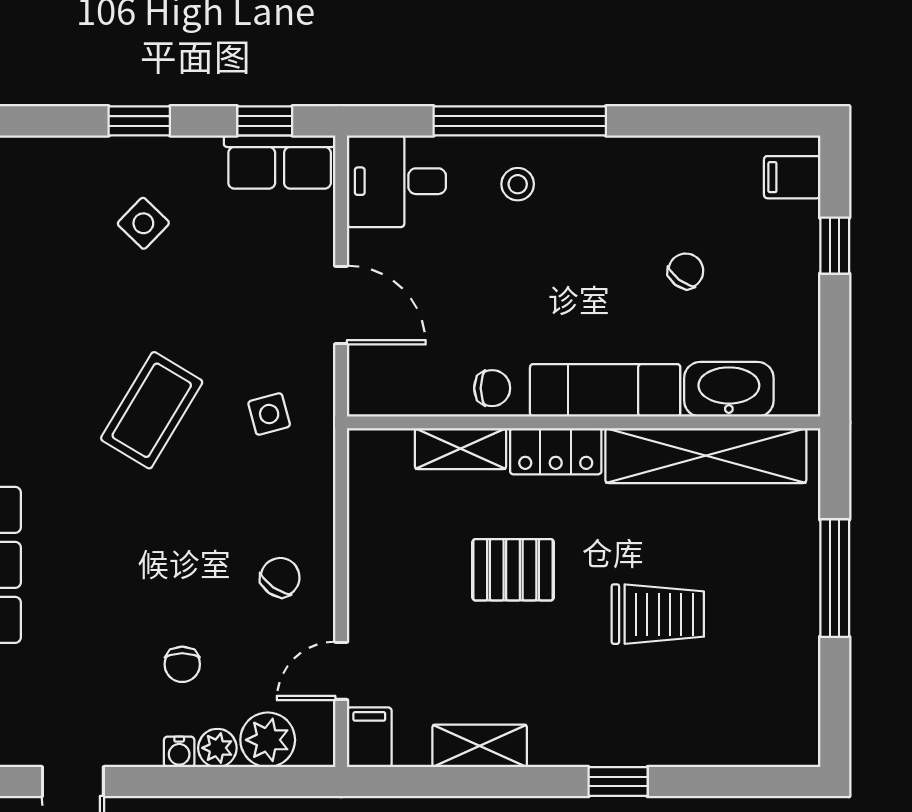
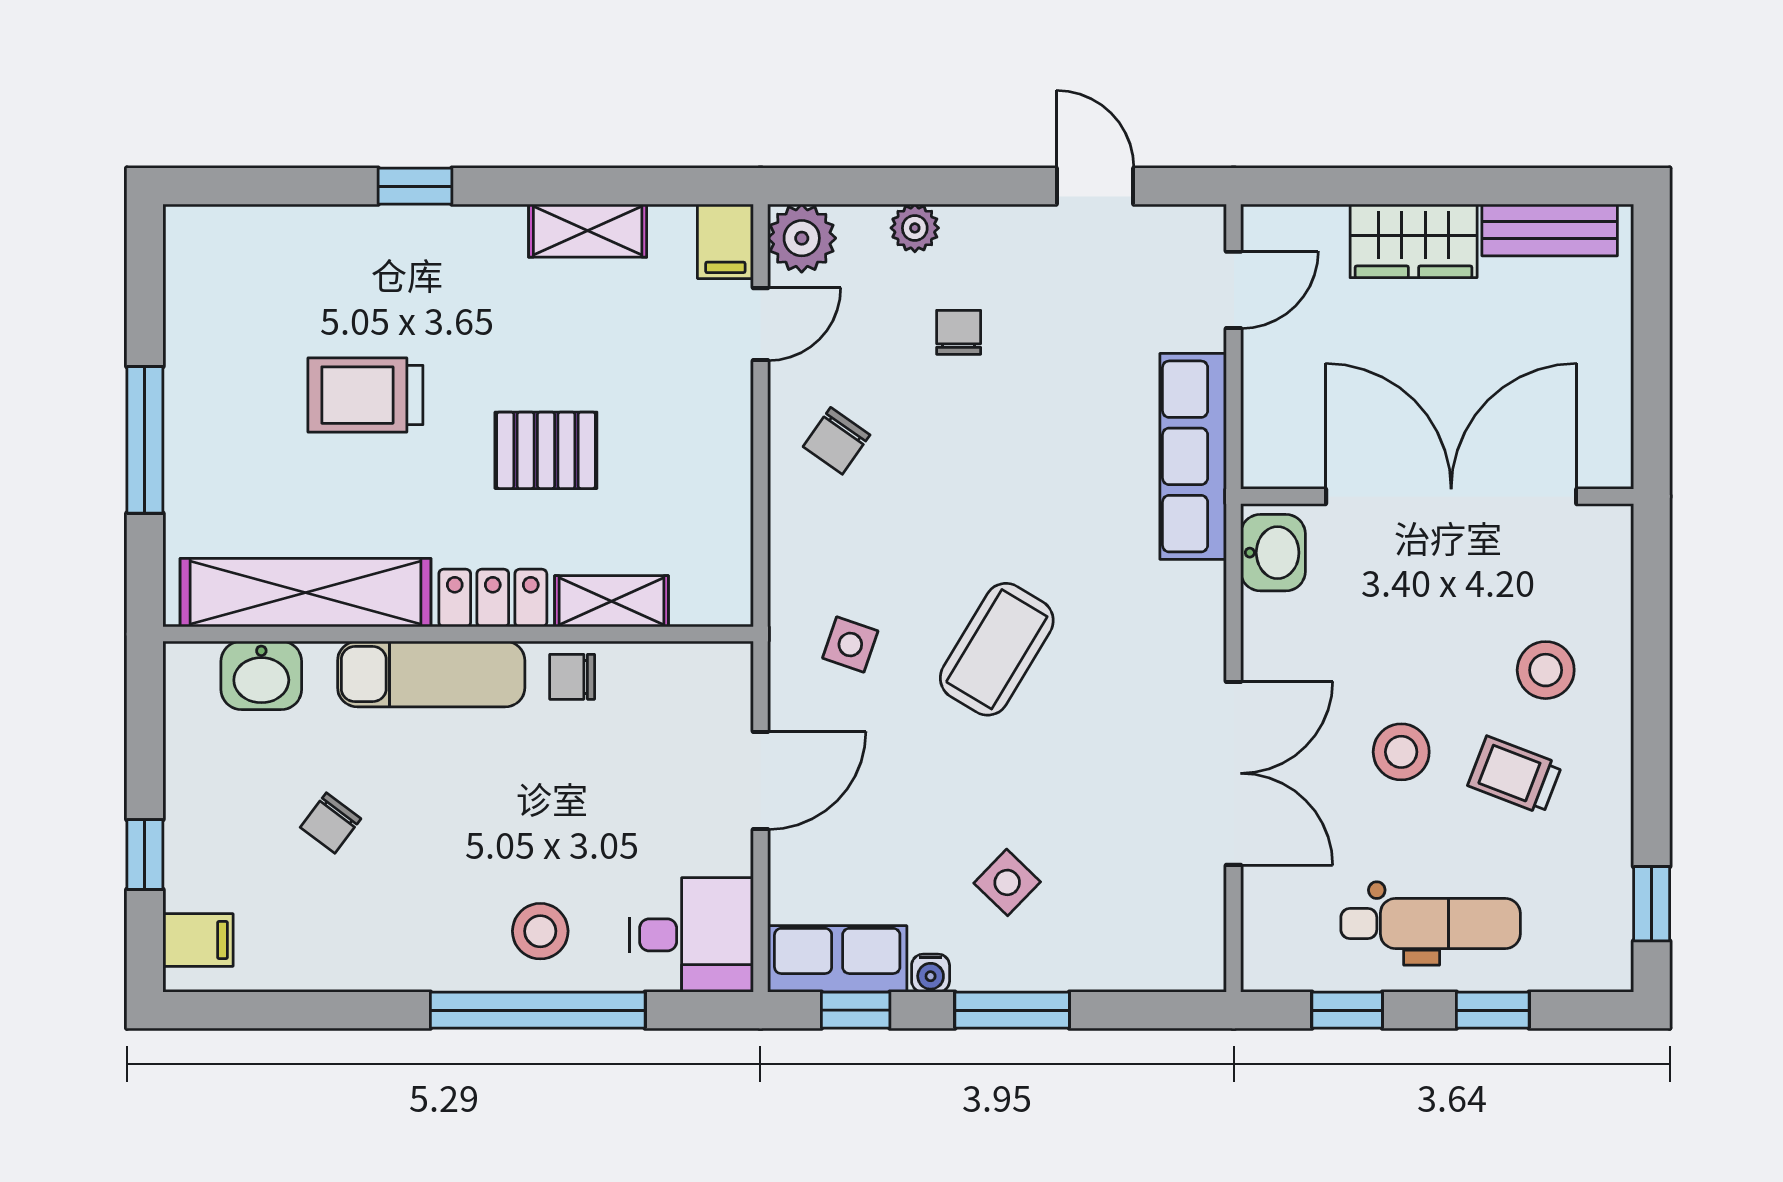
window: (139, 121) -> (1012, 1010), width x1.50
stool: (518, 184) -> (540, 931), width x1.37, depth x1.37
door: (341, 305) -> (760, 781), swing flipped
washbasin: (729, 389) -> (261, 675), width x0.72
side table: (269, 414) -> (850, 645), turned 34
plant: (268, 740) -> (802, 238), moved
water cooler: (179, 752) -> (931, 973), moved, turned 180

